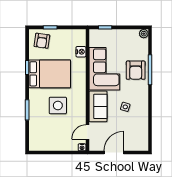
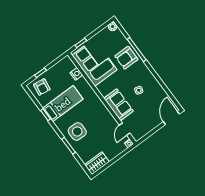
corner sofa: (104, 69) -> (94, 62), moved
armchair: (136, 70) -> (126, 58), turned 90
bed: (50, 74) -> (63, 104), width x0.67
side table: (58, 105) -> (77, 131), moved
wardrobe: (41, 144) -> (97, 163), added
door: (114, 152) -> (171, 118), moved

